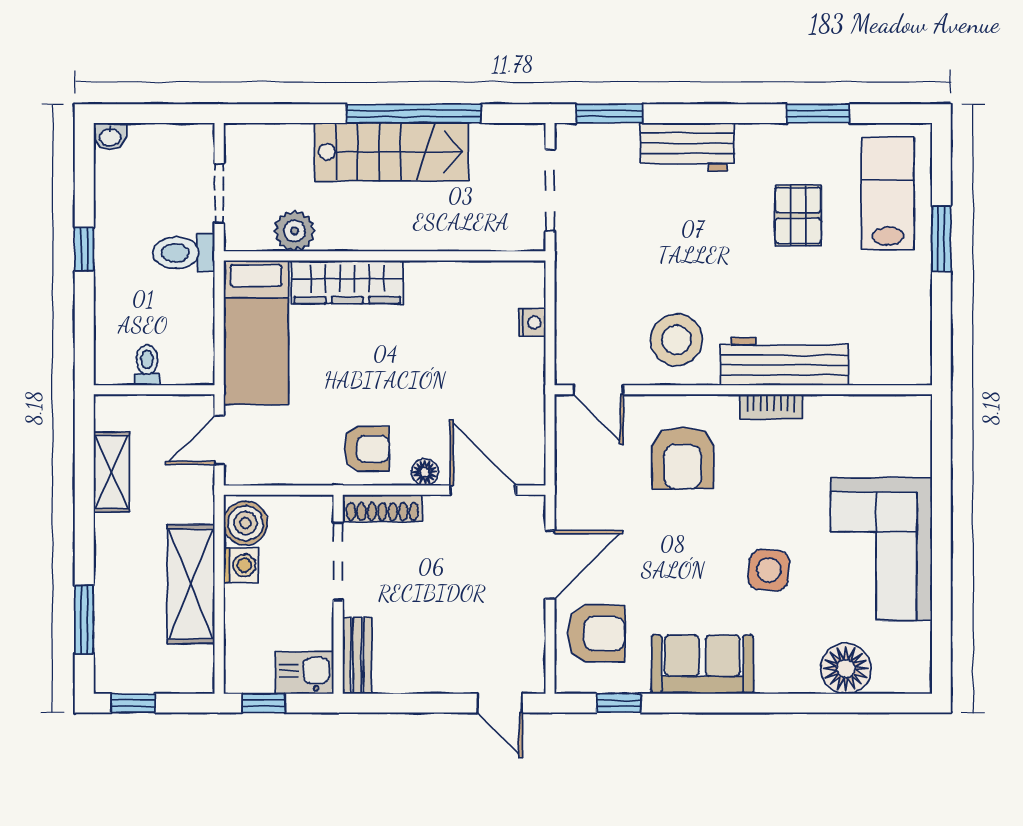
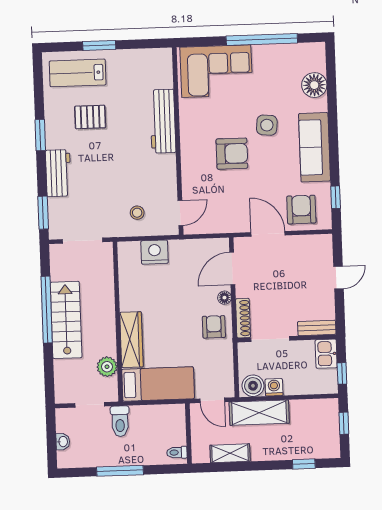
window: (818, 114) -> (40, 135), moved
washbasin: (110, 136) -> (63, 442), moved
window: (84, 249) -> (120, 471), width x2.17
nightstand: (532, 322) -> (155, 252), width x1.89, depth x1.79
stool: (676, 340) -> (137, 213), moved, width x0.53, depth x0.53
toilet: (147, 365) -> (177, 452), moved
bookcase: (771, 407) -> (186, 127), removed
armchair: (683, 458) -> (232, 154), moved
corner sofa: (881, 549) -> (216, 71), moved
window: (941, 566) -> (262, 40), added
shelving: (191, 584) -> (259, 413), moved
window: (84, 620) -> (304, 464), width x0.67
sofa: (702, 664) -> (314, 147), width x1.36
window: (133, 703) -> (344, 423), moved
door: (500, 703) -> (338, 278), moved

